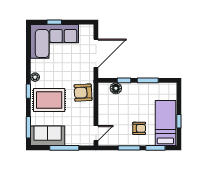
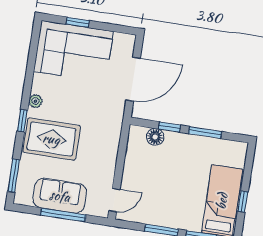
armchair: (83, 93) -> (104, 136), removed
armchair: (139, 128) -> (181, 203), removed
sofa: (48, 136) -> (60, 196), moved

